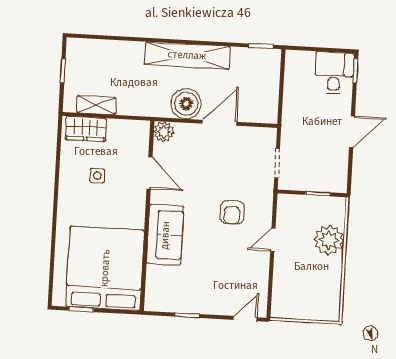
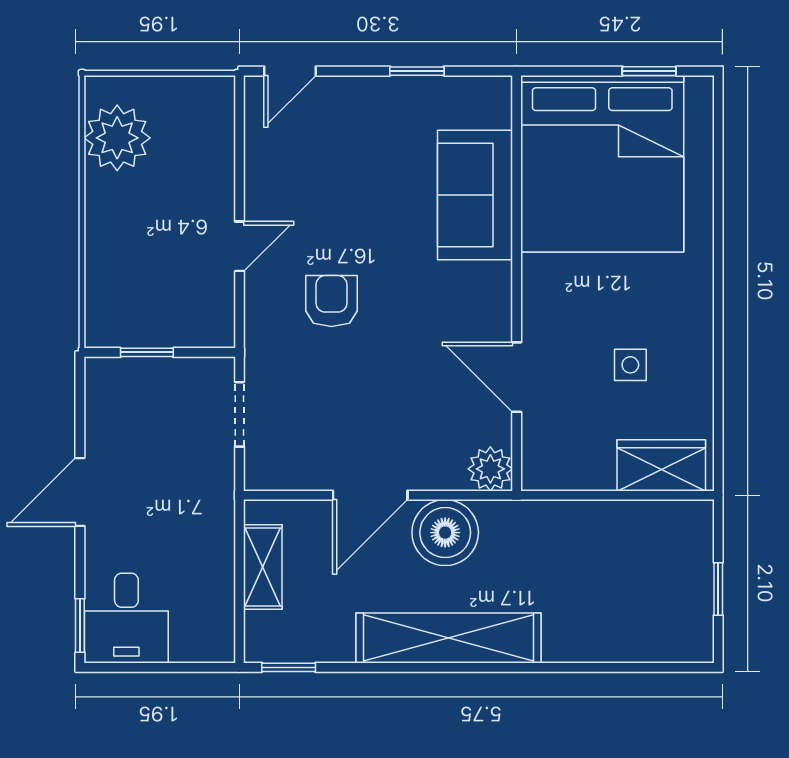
shelving: (96, 105) -> (263, 567), moved, turned 90
sofa: (165, 235) -> (475, 195), moved
plant: (329, 240) -> (117, 138), moved

